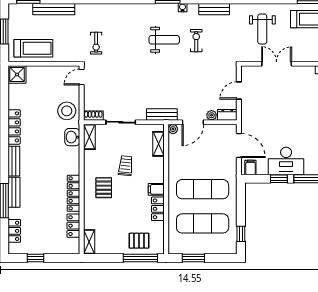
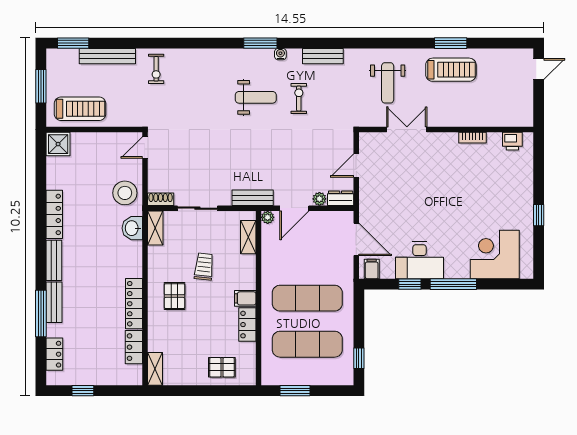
exercise bike: (96, 43) -> (156, 69), moved
window: (140, 258) -> (224, 391), removed

